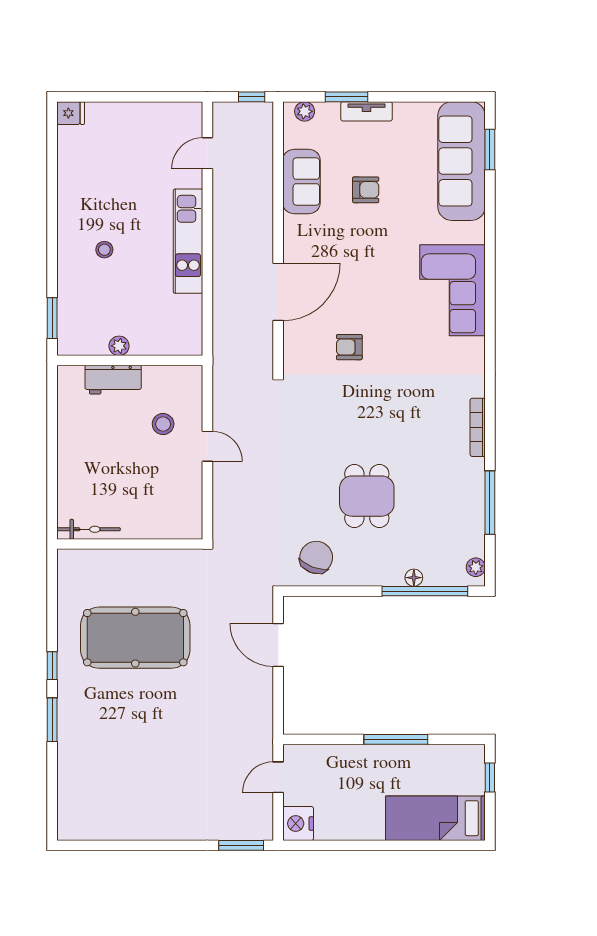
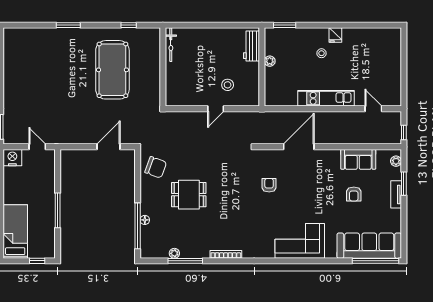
fridge: (71, 113) -> (335, 35), moved
window: (490, 149) -> (376, 261), width x2.11
door: (278, 292) -> (299, 147), swing flipped
workbench: (113, 380) -> (251, 46), moved
plant: (476, 567) -> (174, 253), moved
window: (52, 666) -> (129, 25), moved

